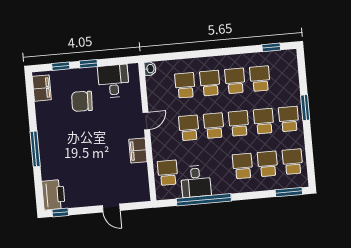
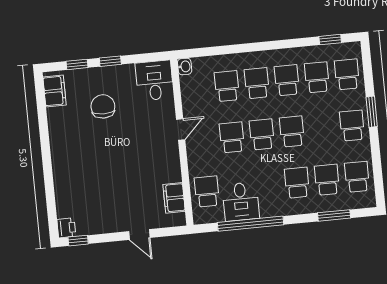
desk: (113, 81) -> (154, 81), moved
chair: (82, 101) -> (103, 106), turned 88
school desk: (264, 121) -> (347, 74), moved
window: (35, 149) -> (47, 164), removed
filing cabinet: (138, 151) -> (174, 198), moved
window: (289, 192) -> (334, 215), moved
printer: (53, 195) -> (66, 228), width x0.53, depth x0.68

